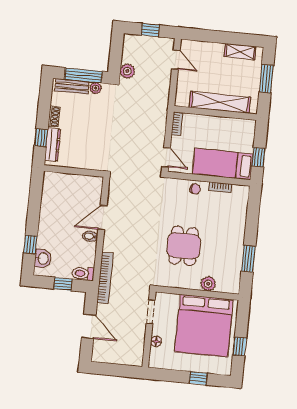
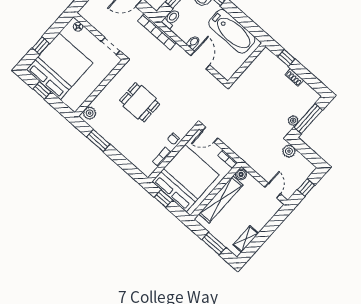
door: (176, 60) -> (273, 191), swing flipped
bench: (72, 86) -> (306, 105), removed
boiler: (182, 100) -> (241, 174), added
dresser: (53, 145) -> (276, 62), removed
bed: (223, 164) -> (185, 178), width x2.04
bathtub: (53, 207) -> (232, 31), added
plant: (208, 284) -> (90, 113), moved
bed: (204, 326) -> (60, 66), moved, turned 90
floor lamp: (156, 341) -> (78, 27), moved

